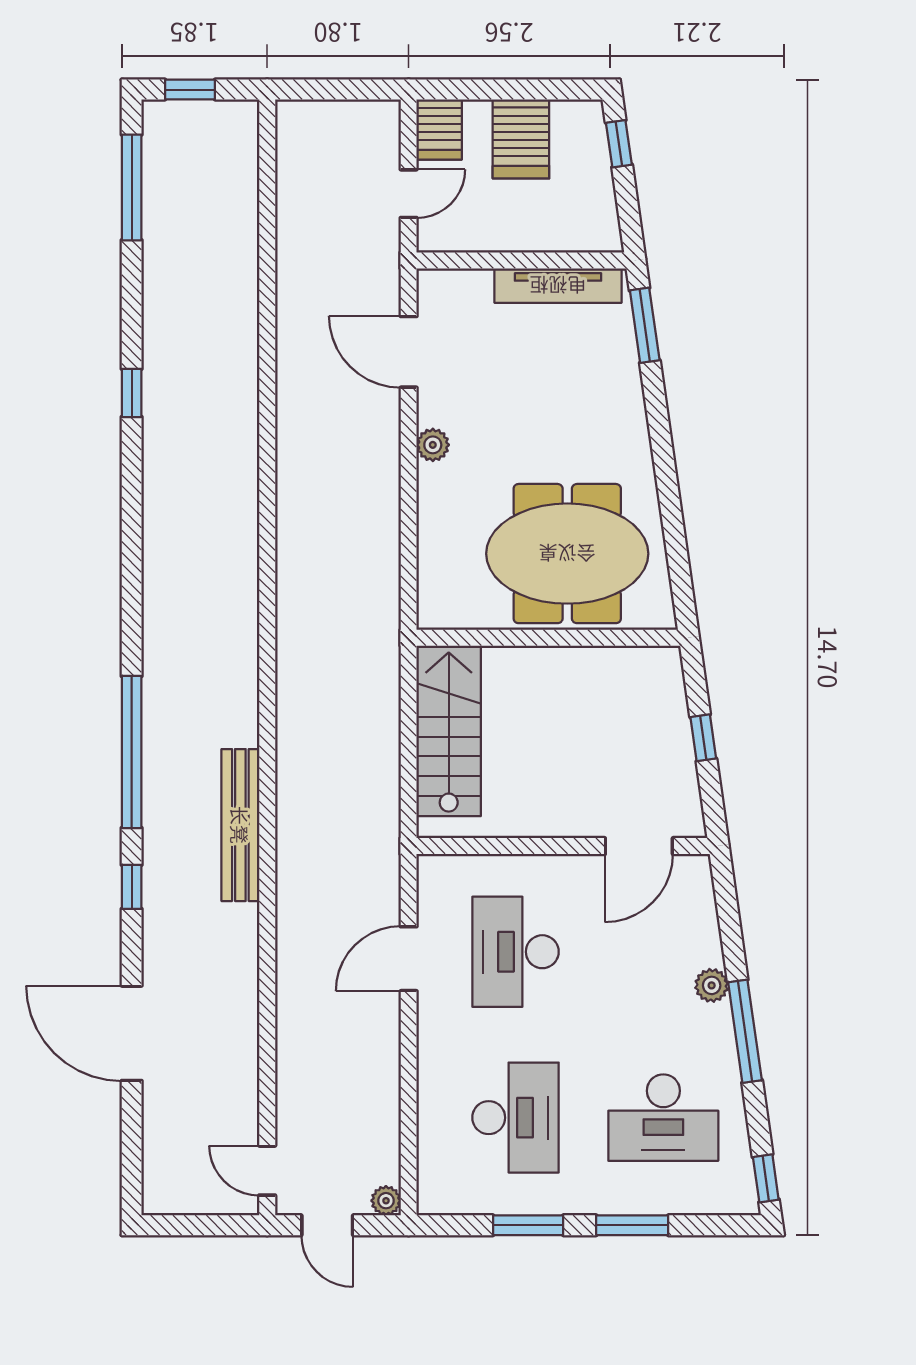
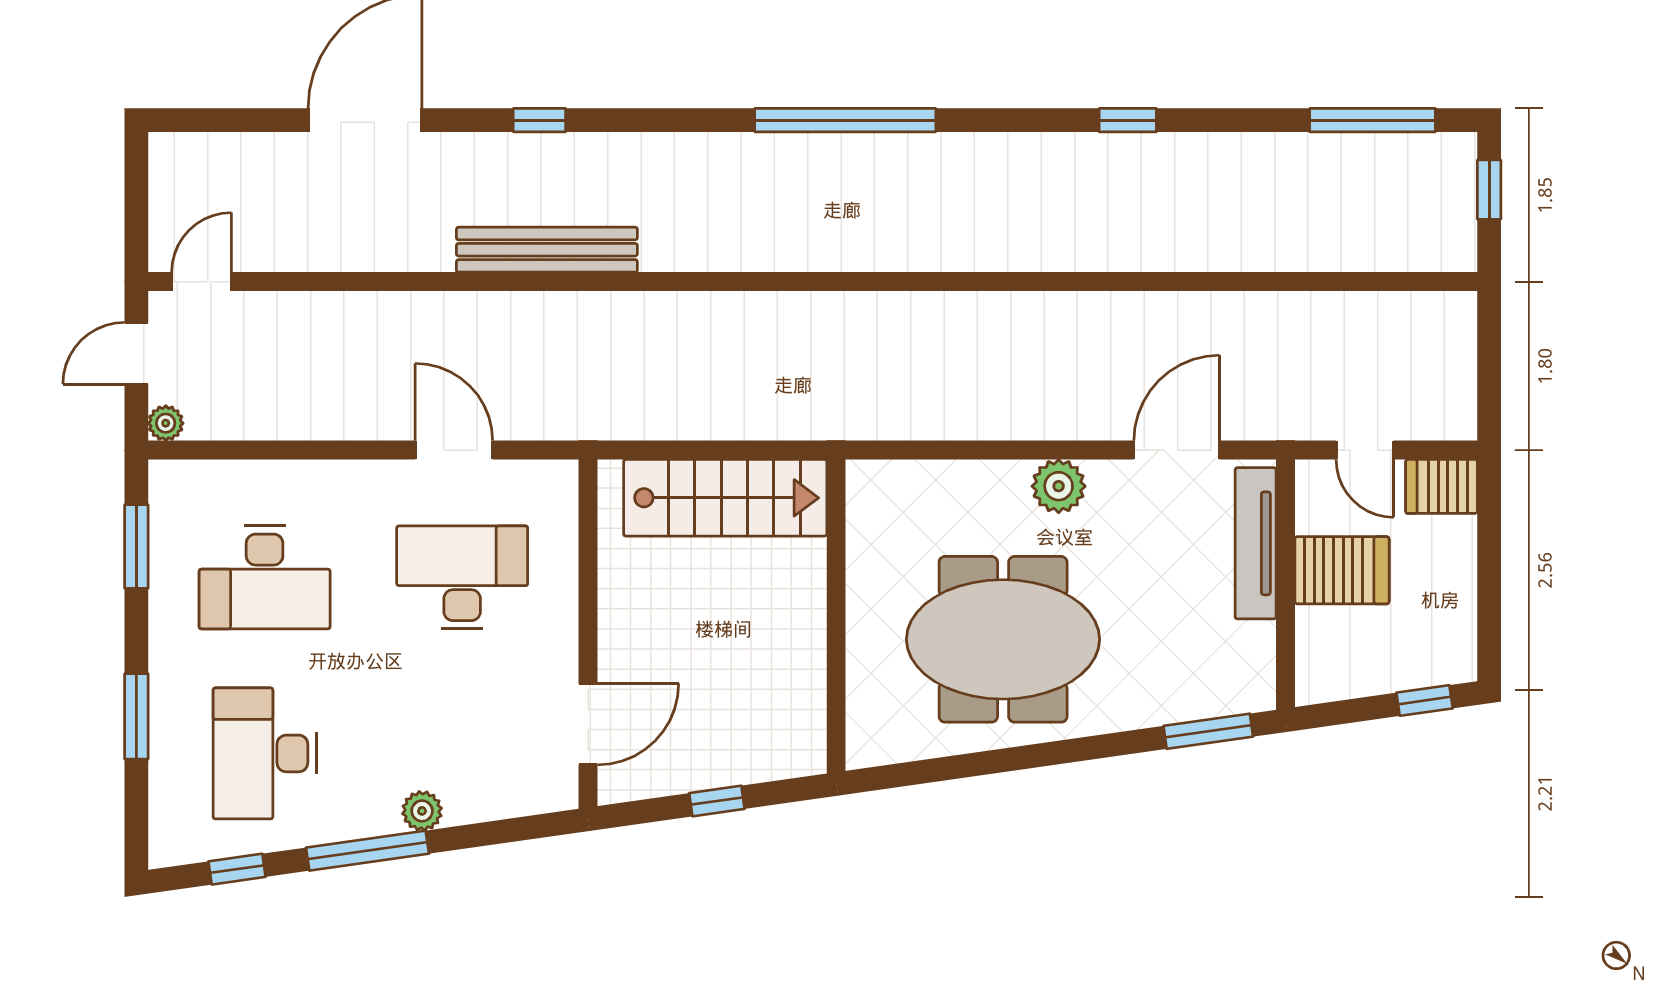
server rack: (521, 139) -> (1342, 570), moved, turned 180
tv unit: (558, 286) -> (1256, 543), moved
plant: (433, 445) -> (1059, 486), width x1.38, depth x1.38
meeting table: (567, 554) -> (1003, 639), moved, turned 90
window: (132, 752) -> (845, 120), moved
bench: (240, 825) -> (547, 250), moved
door: (639, 846) -> (588, 724), swing flipped
window: (766, 1178) -> (237, 869), moved
window: (528, 1225) -> (136, 547), moved

